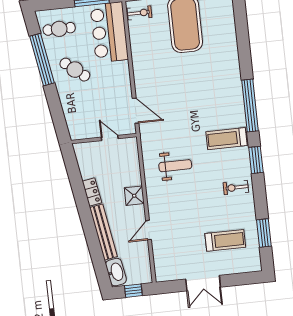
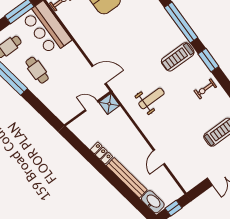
cafe table: (75, 70) -> (37, 70), turned 51
shower: (134, 196) -> (109, 104), moved

